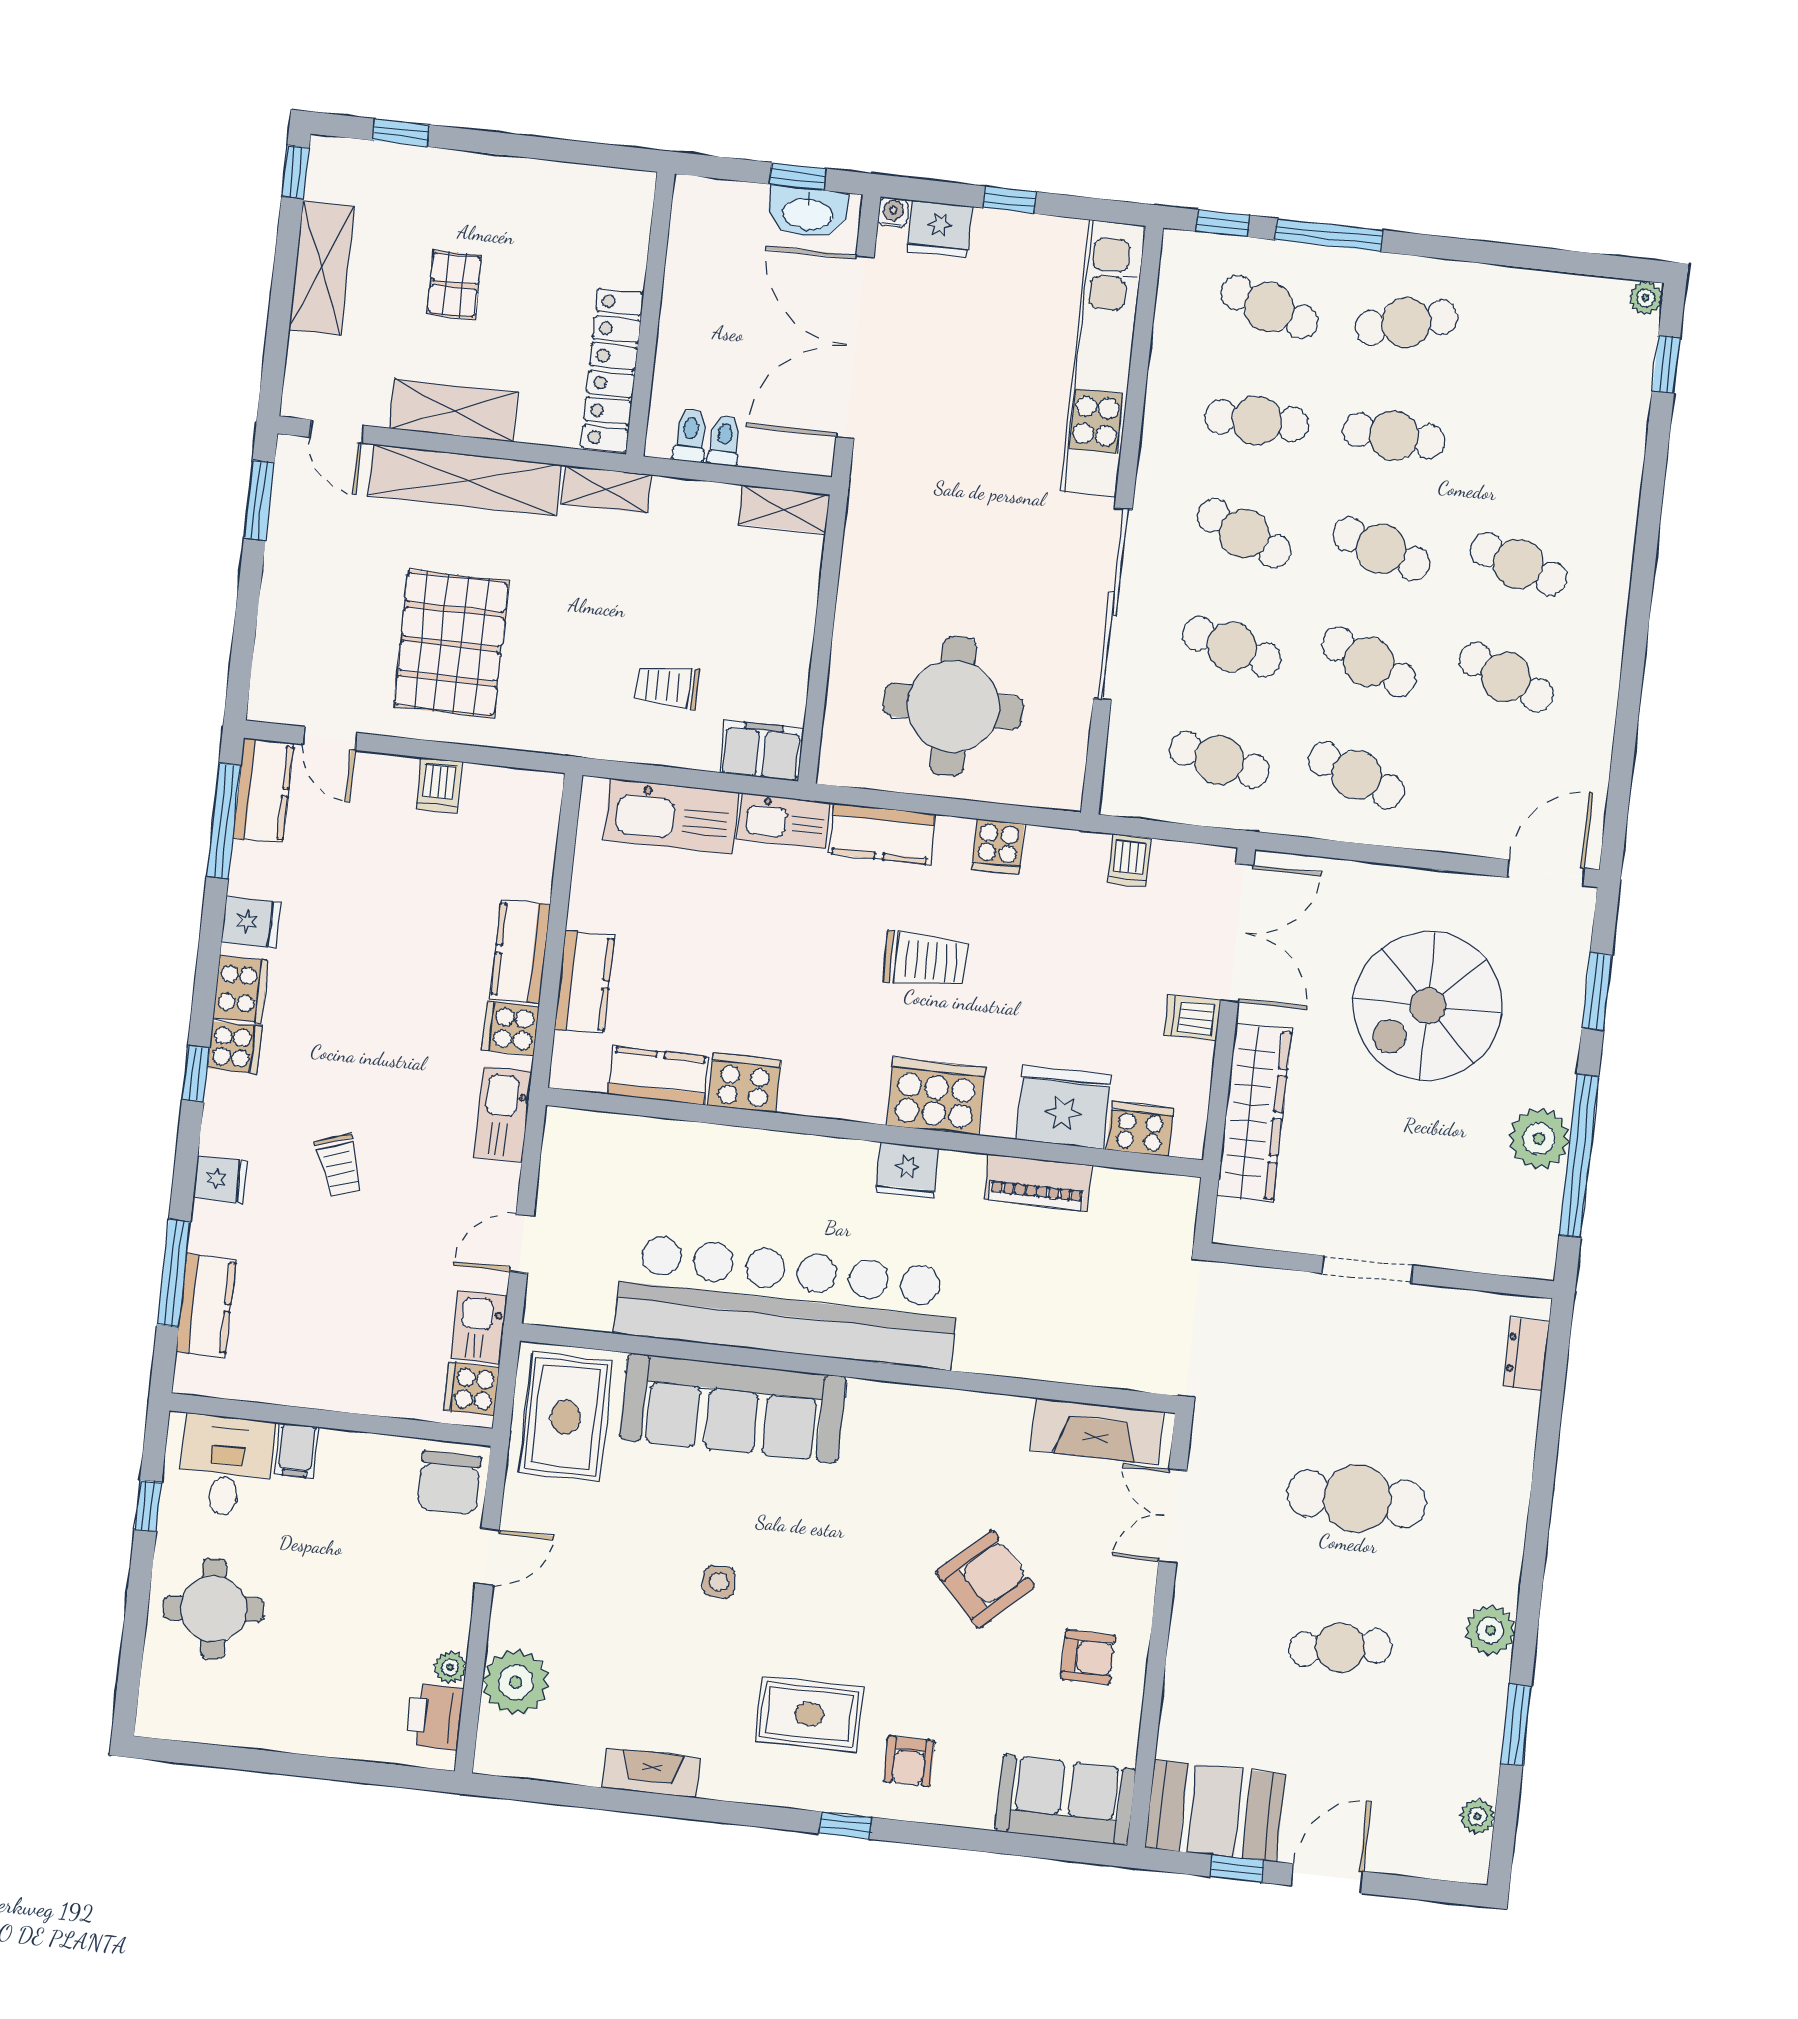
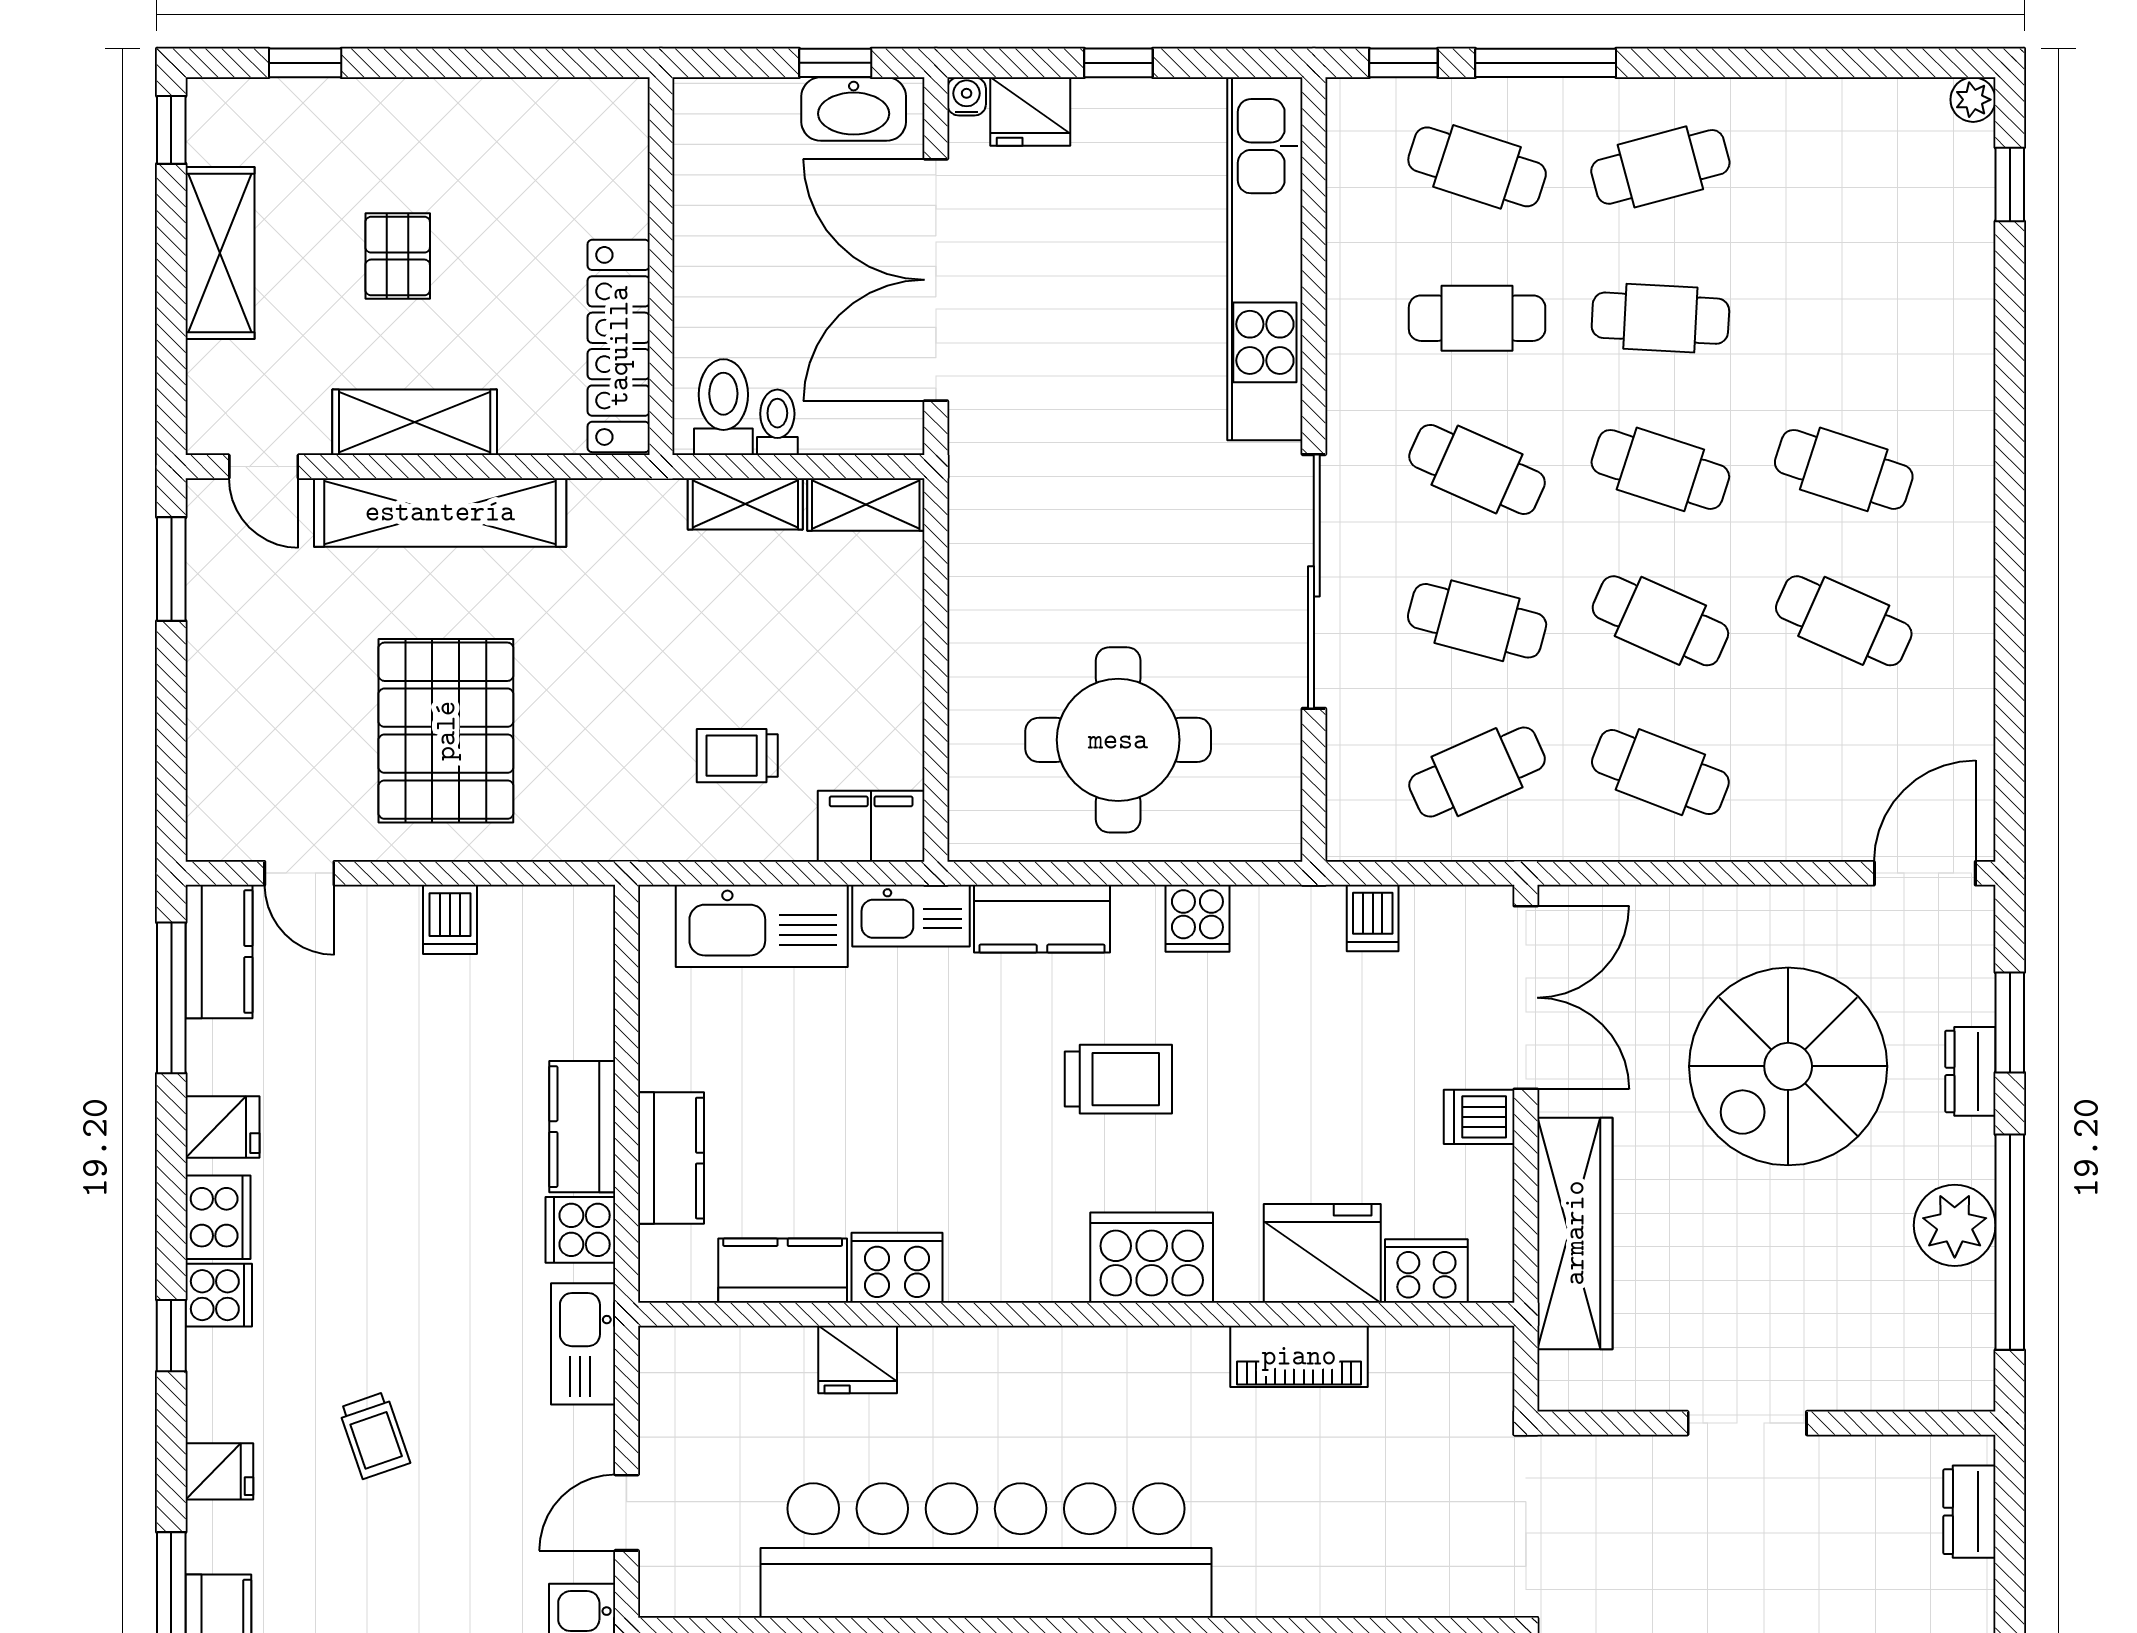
toilet: (690, 435) -> (723, 407), width x1.37, depth x1.39
shelving: (606, 489) -> (745, 504), moved
cafe table: (1219, 760) -> (1477, 772), turned -36
dresser: (1564, 1025) -> (1970, 1071), added
fridge: (907, 1170) -> (858, 1360), moved

